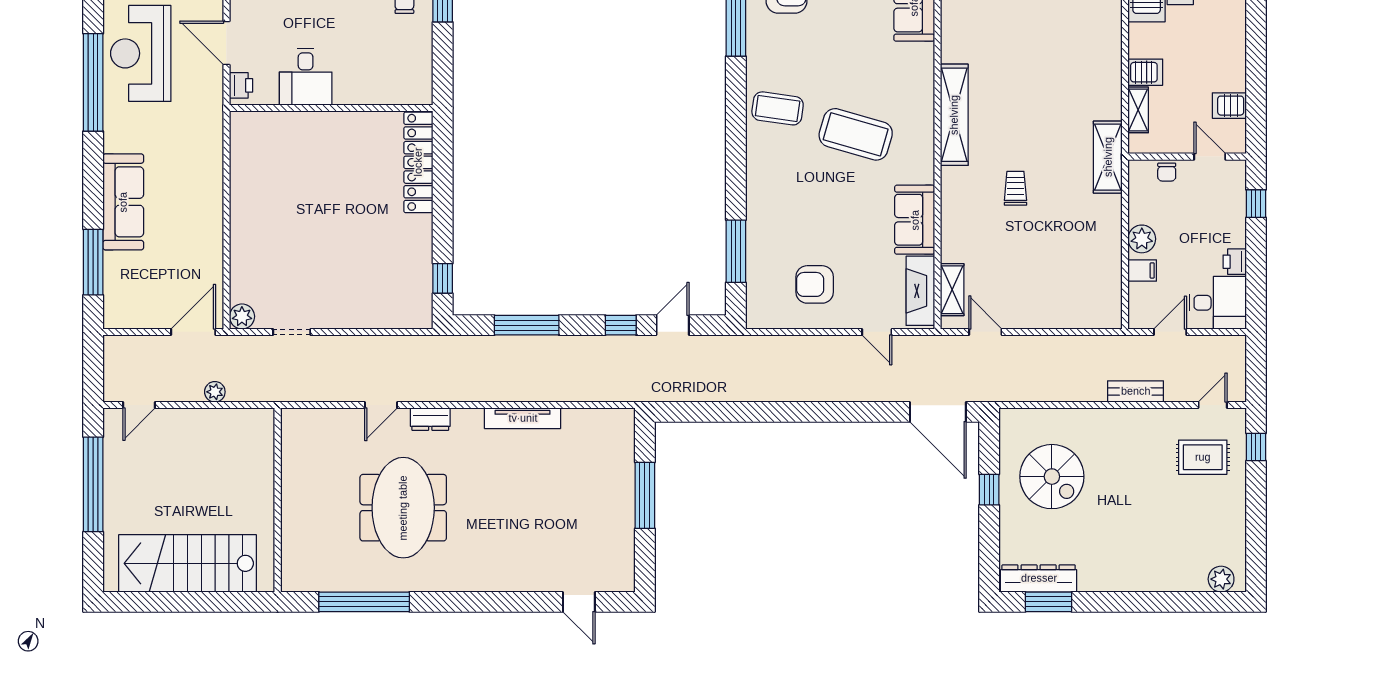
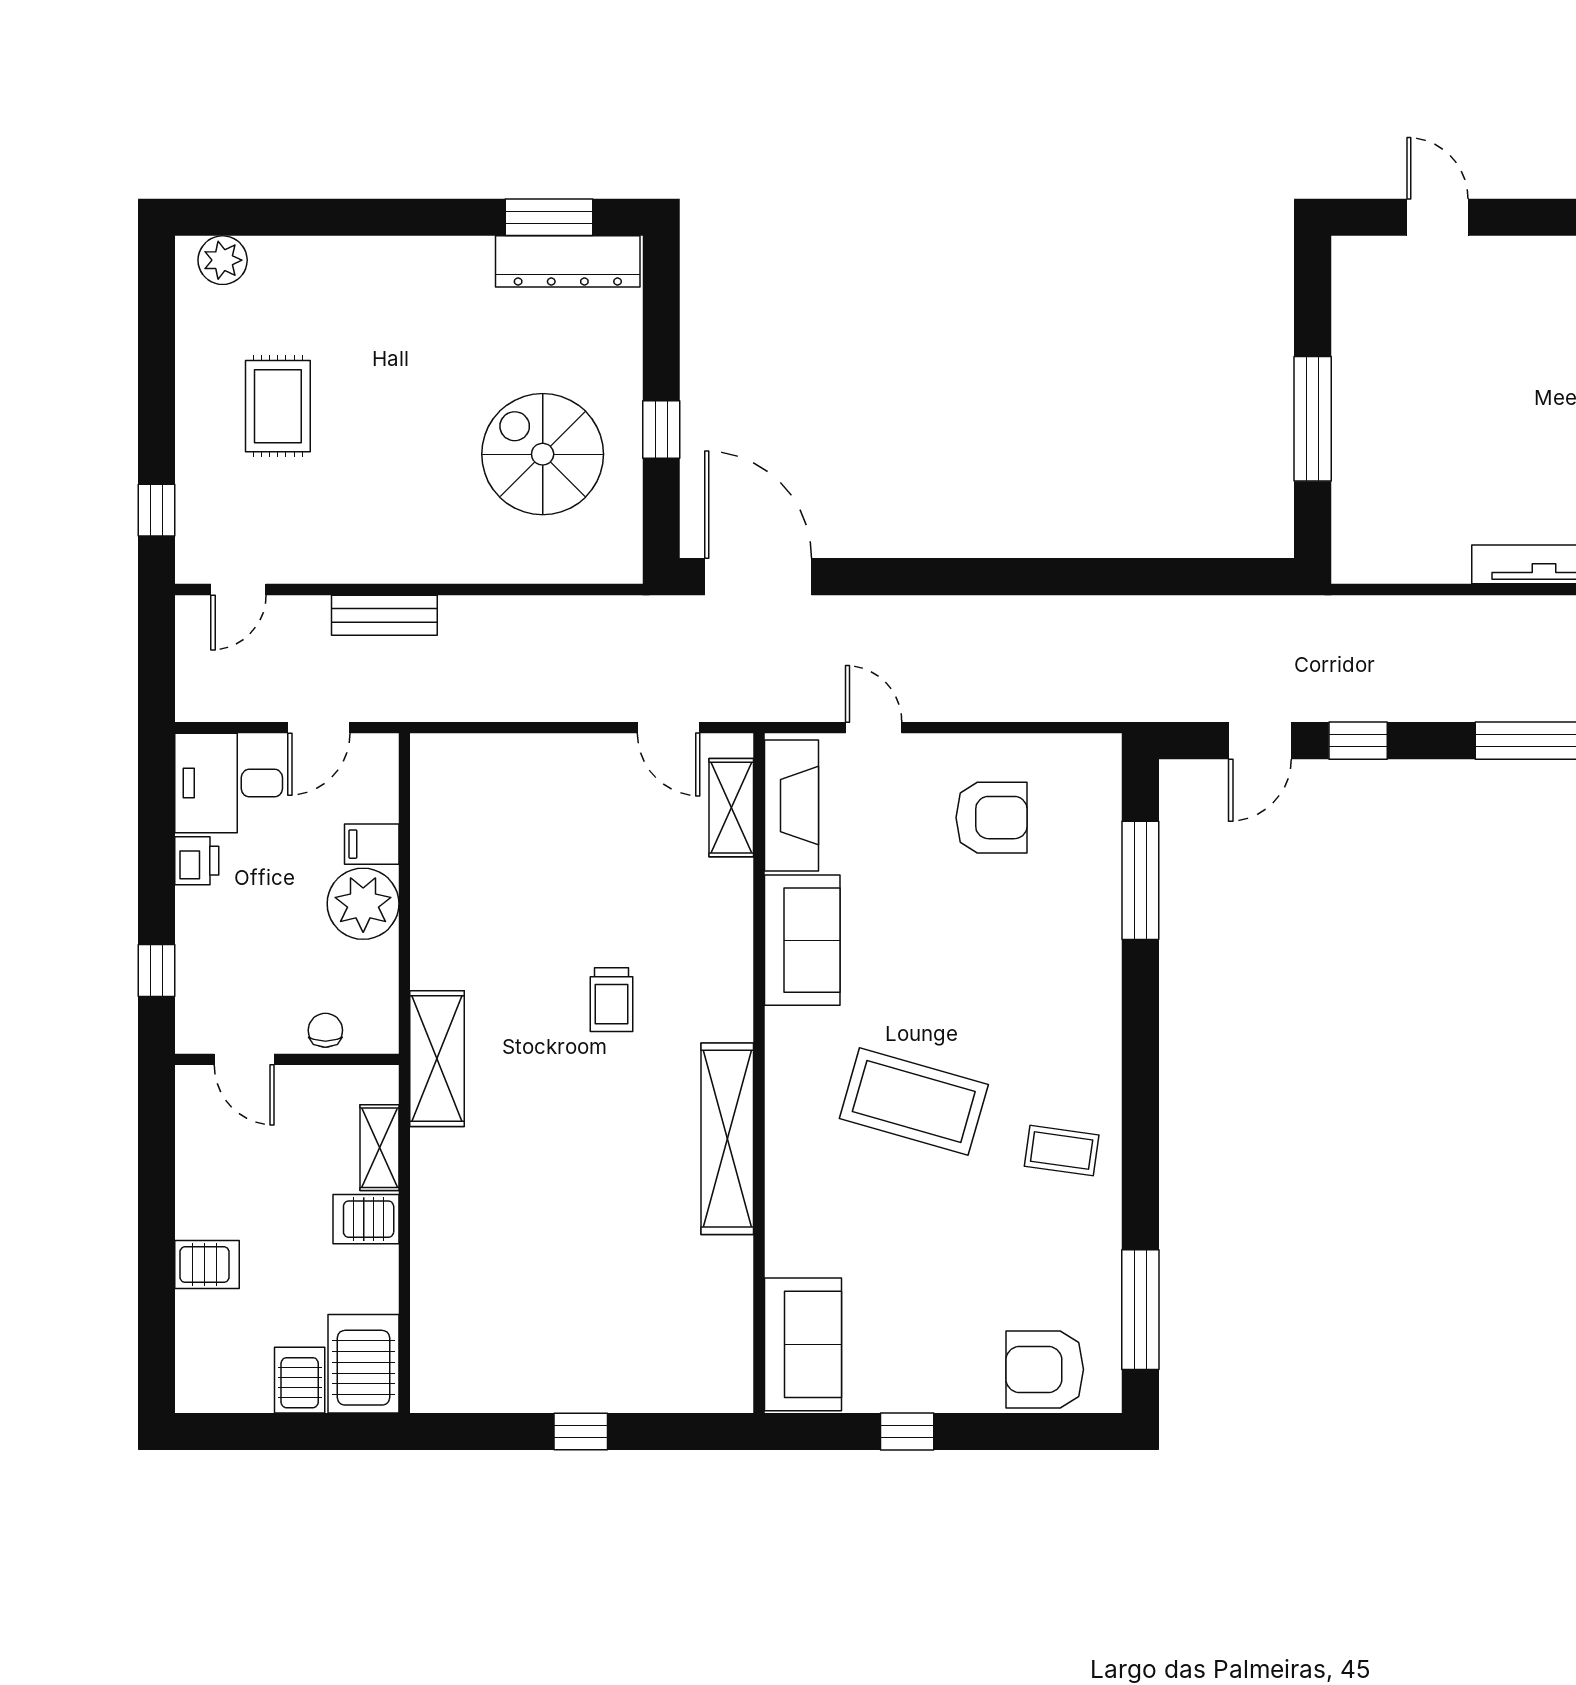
server rack: (1229, 106) -> (207, 1265), moved
coffee table: (778, 108) -> (1062, 1151), width x0.73, depth x0.77
plant: (1142, 239) -> (363, 904), width x1.36, depth x1.36
rug: (1203, 457) -> (278, 406), moved, turned 90

